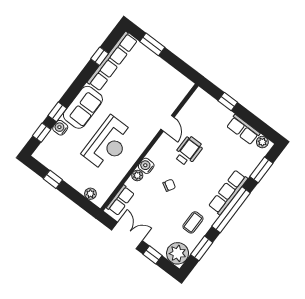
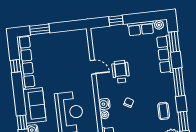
row of seats: (228, 192) -> (165, 54), moved
window: (231, 210) -> (179, 82), width x0.68

